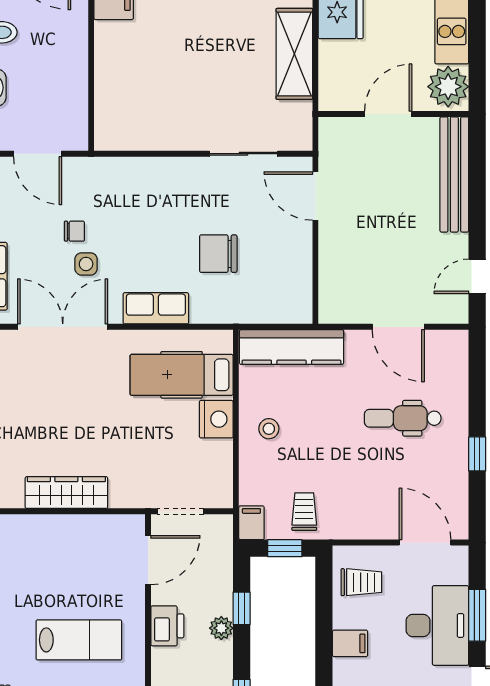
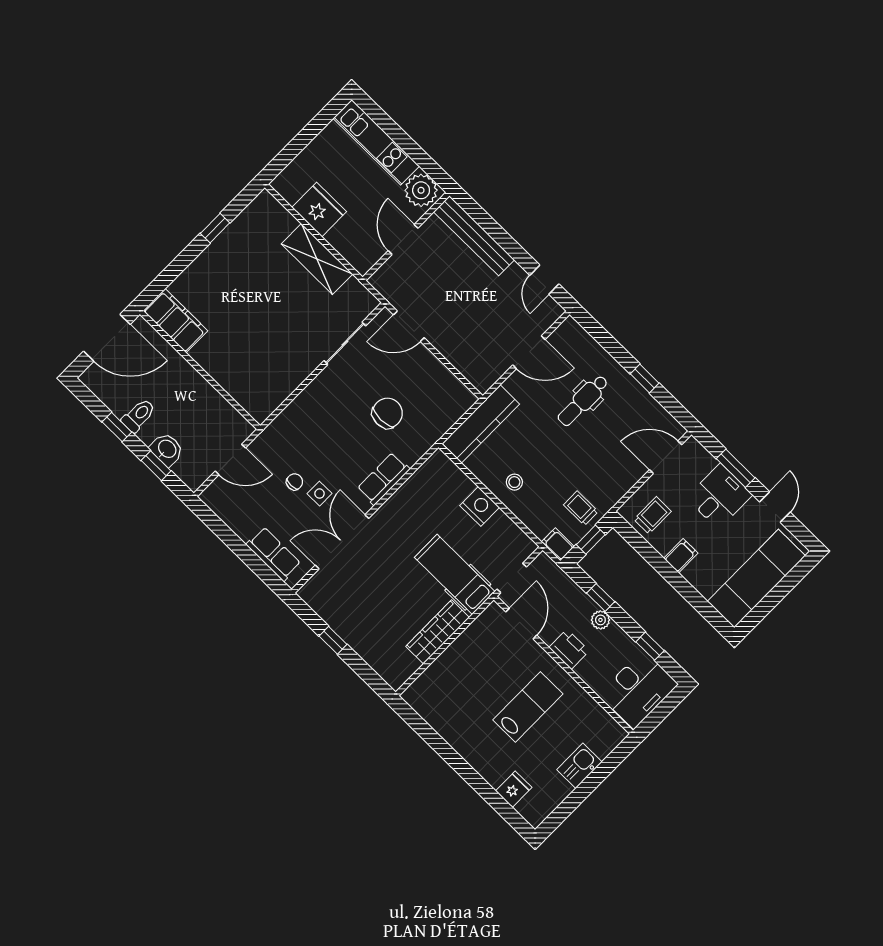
chair: (218, 254) -> (387, 413), turned 180
hospital bed: (182, 375) -> (455, 574), moved, turned 90
desk: (437, 625) -> (719, 496), width x0.73

